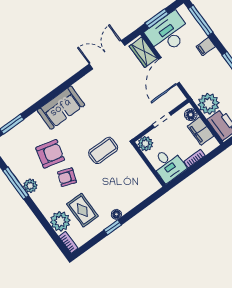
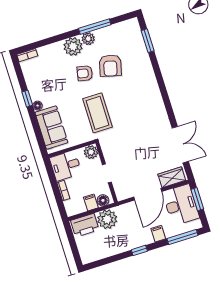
door: (169, 71) -> (148, 194), swing flipped
sofa: (61, 108) -> (51, 127), moved, turned 180
filing cabinet: (201, 131) -> (91, 202), width x0.50
coffee table: (103, 151) -> (97, 113), width x1.36, depth x1.32
armchair: (67, 177) -> (85, 73), turned -99
rug: (82, 210) -> (51, 77), removed
plant: (60, 221) -> (73, 47), moved

